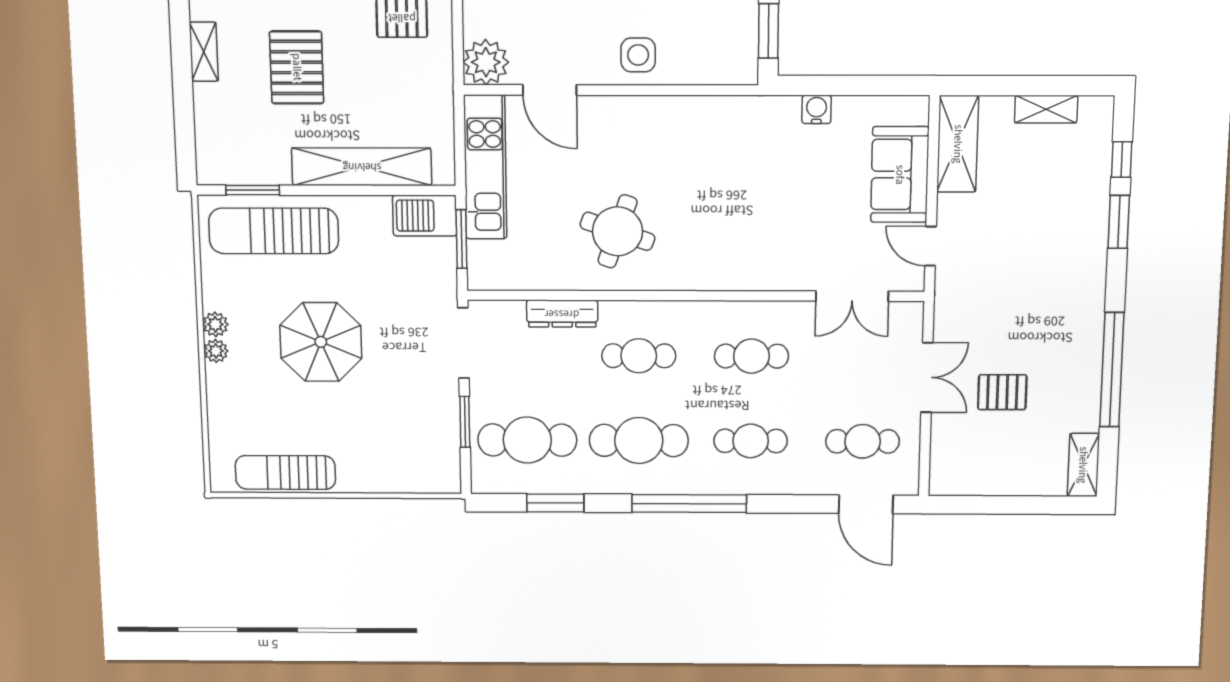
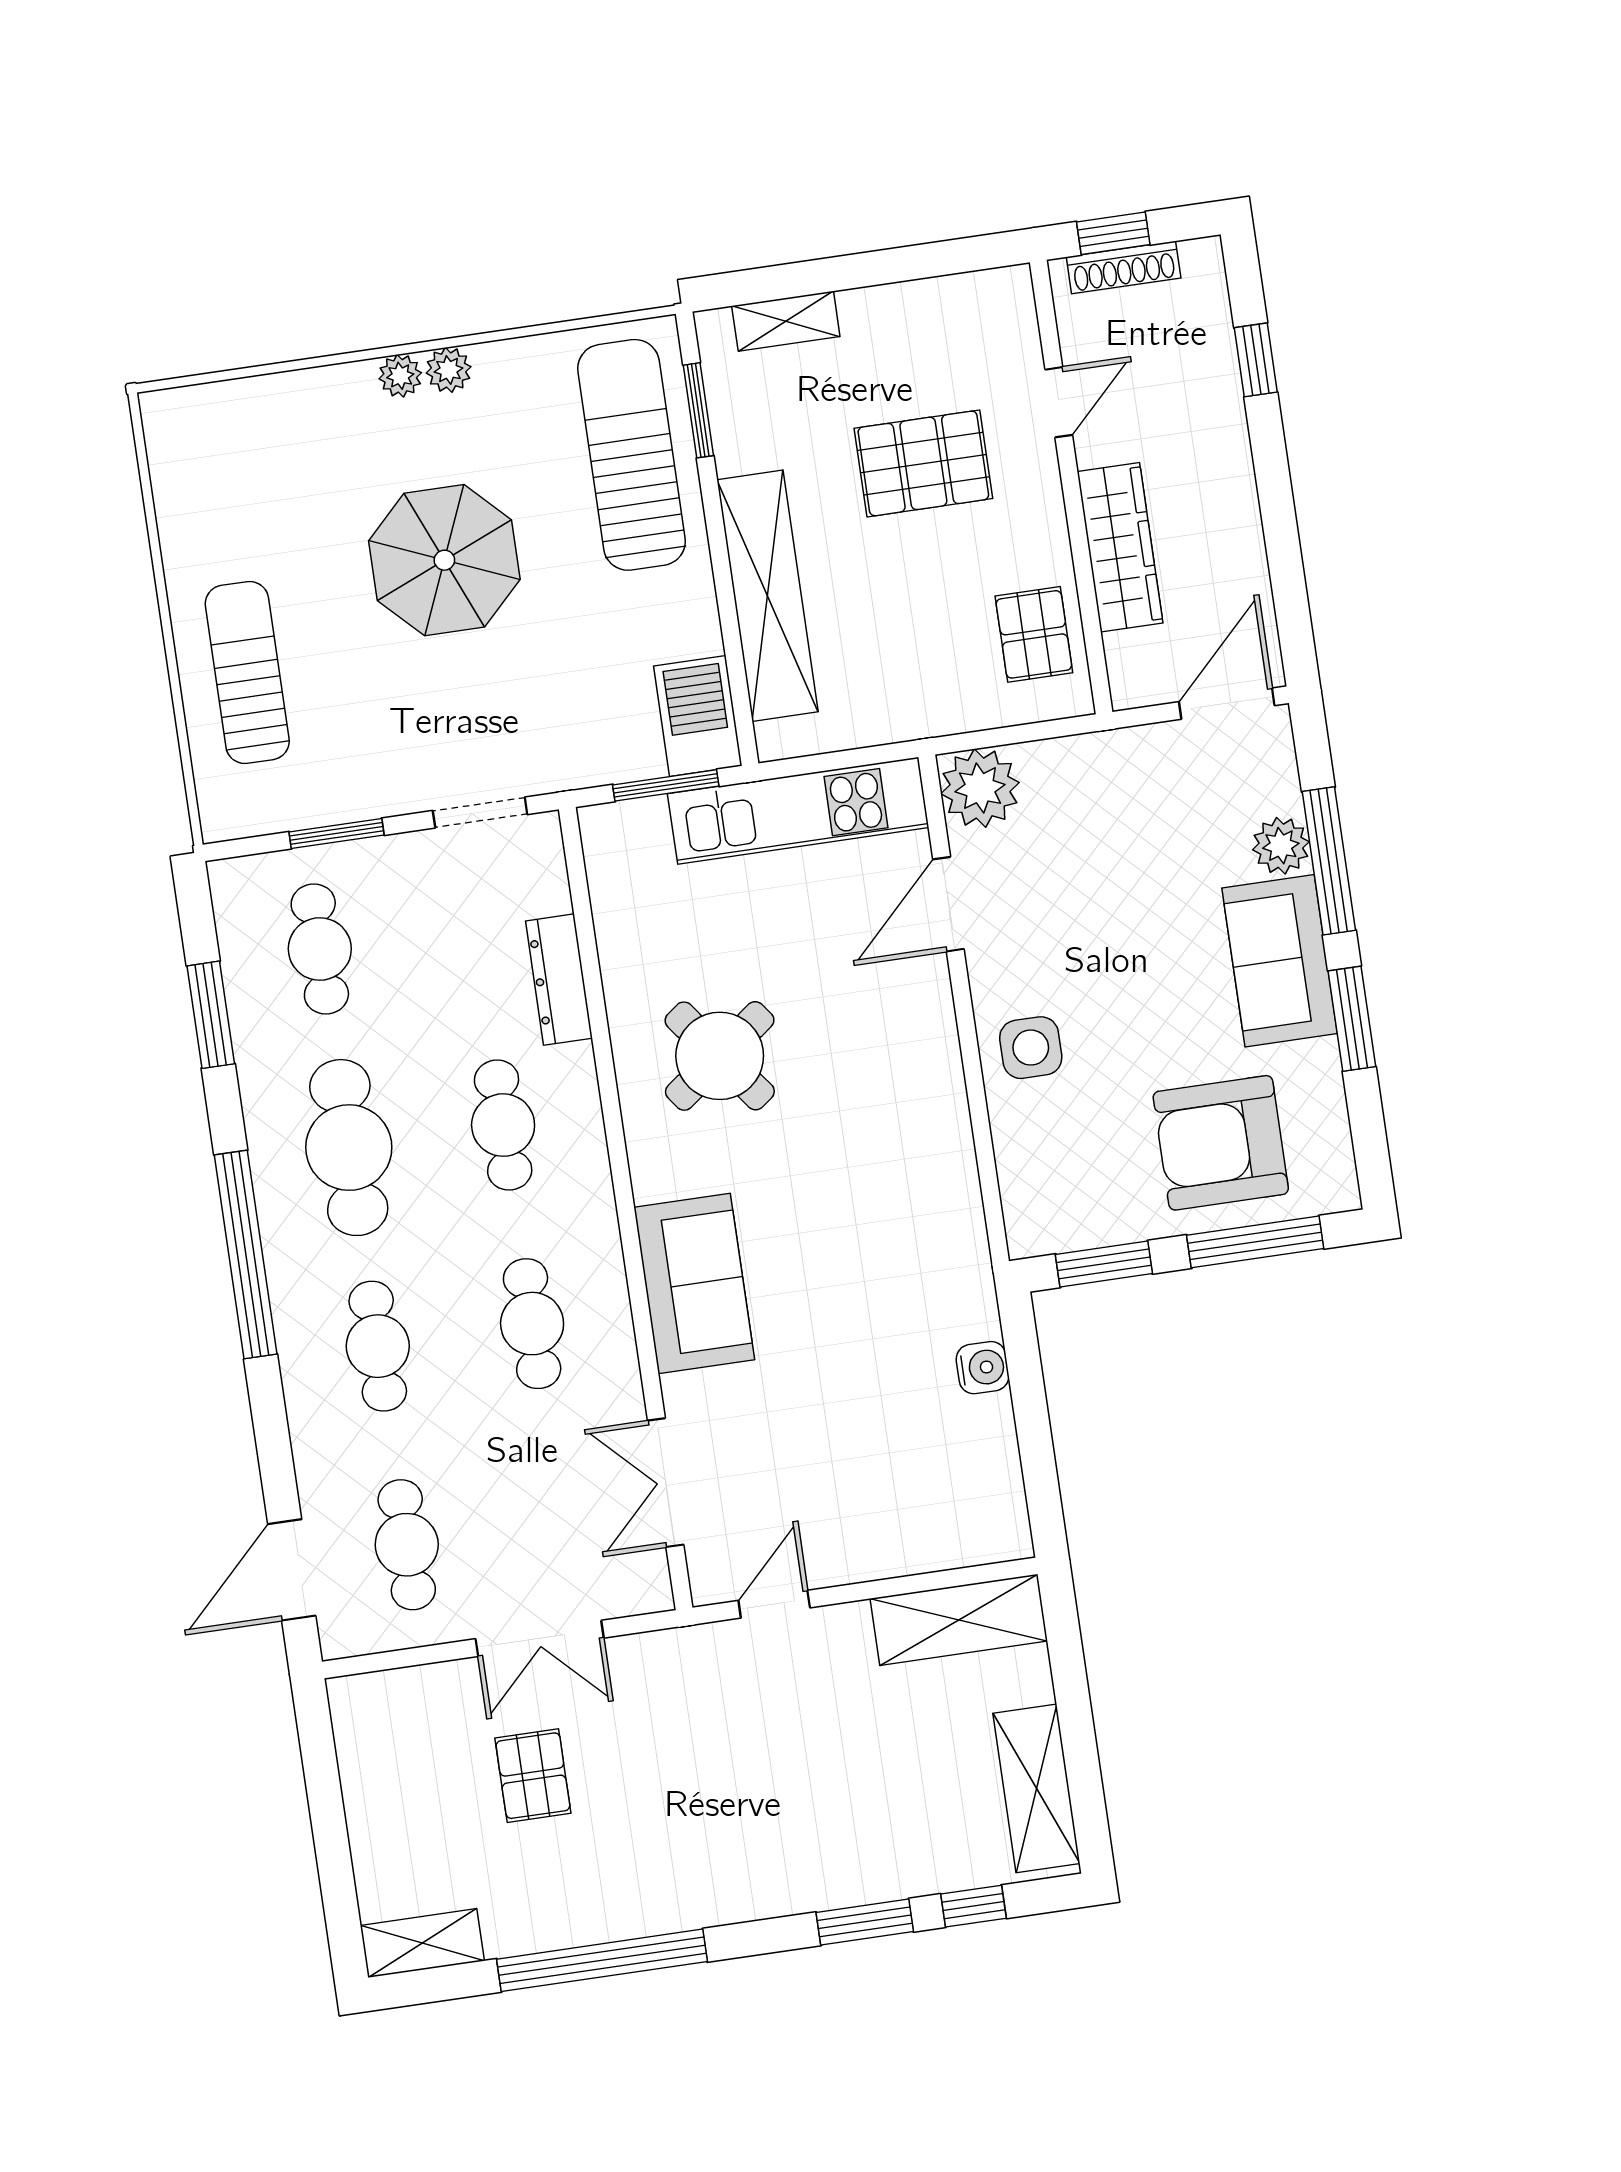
shelving: (204, 52) -> (786, 321), moved
shelving: (1046, 109) -> (1036, 1788), width x1.50, depth x1.33
sofa: (900, 175) -> (694, 1284), moved, turned 90
round table: (618, 231) -> (720, 1056), turned 34
doorway: (463, 343) -> (480, 813), width x0.73
cafe table: (527, 440) -> (320, 949), width x0.73, depth x0.74
sun lounger: (285, 472) -> (247, 672), moved

